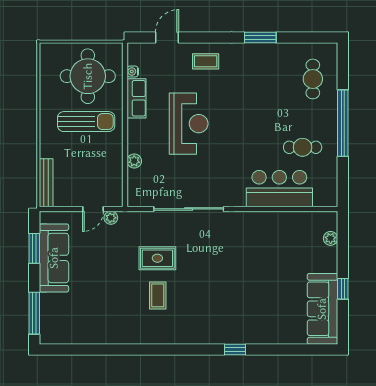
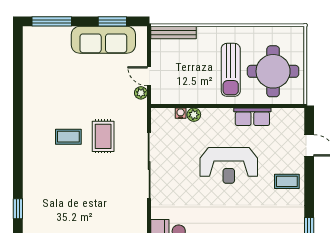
coffee table: (206, 61) -> (287, 181), turned 90
water cooler: (133, 71) -> (181, 113), moved

